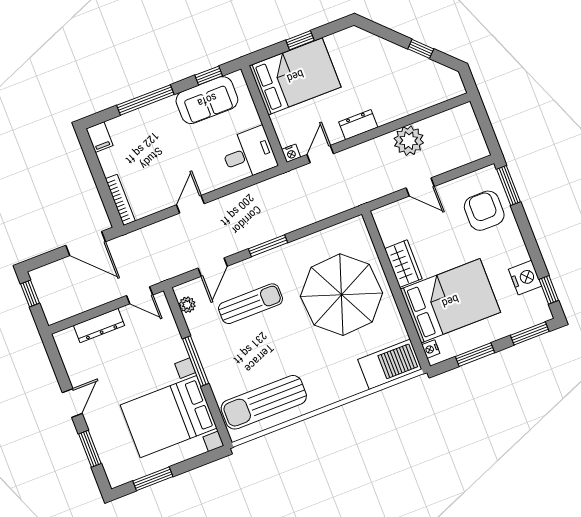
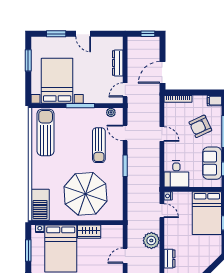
dresser: (358, 125) -> (170, 259), moved
plant: (409, 141) -> (151, 240), moved
armchair: (152, 144) -> (200, 126), added

